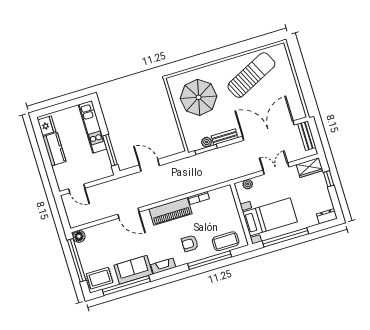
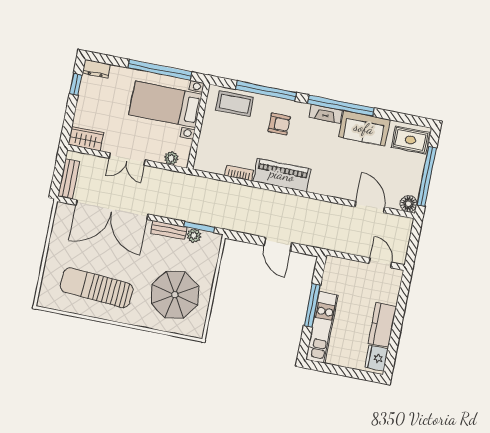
sun lounger: (251, 75) -> (97, 288), turned 30
window: (110, 150) -> (312, 305), moved
window: (329, 179) -> (76, 84), moved
door: (128, 213) -> (370, 207), moved
window: (126, 285) -> (341, 106), moved

